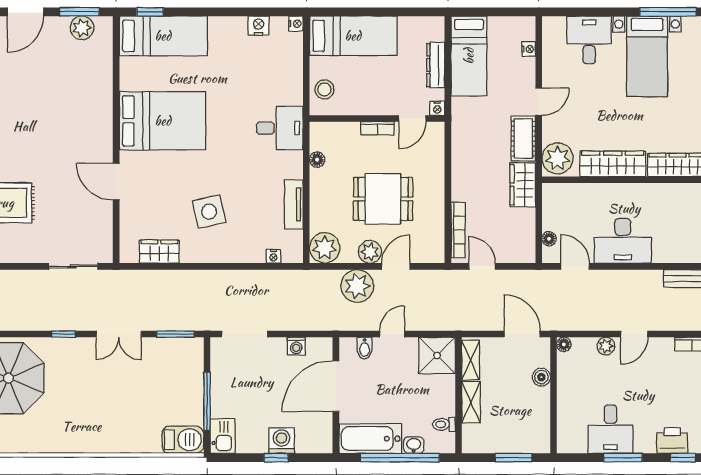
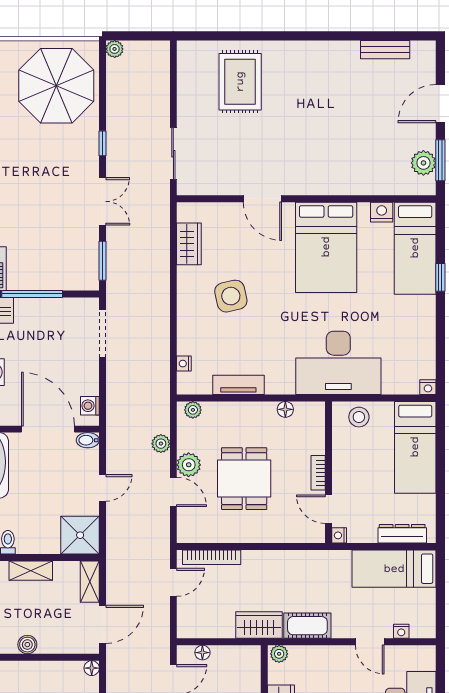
door: (25, 12) -> (440, 104), hinge flipped
window: (150, 12) -> (440, 277), moved
nightstand: (259, 26) -> (382, 212), moved, turned -90
dresser: (436, 65) -> (402, 534), moved
door: (539, 102) -> (370, 642), moved
desk: (280, 128) -> (338, 363), width x1.87, depth x1.30
plant: (558, 158) -> (279, 654), width x0.53, depth x0.53
door: (116, 182) -> (262, 199), swing flipped
plant: (325, 248) -> (193, 410), width x0.53, depth x0.53
plant: (357, 286) -> (161, 444), width x0.53, depth x0.53
double door: (119, 334) -> (103, 201), swing flipped
door: (392, 334) -> (103, 488), hinge flipped
washing machine: (296, 346) -> (90, 406), moved
bidet: (365, 348) -> (88, 440), moved
shelving: (471, 360) -> (90, 582), moved, turned 90
boiler: (541, 377) -> (27, 645), moved

